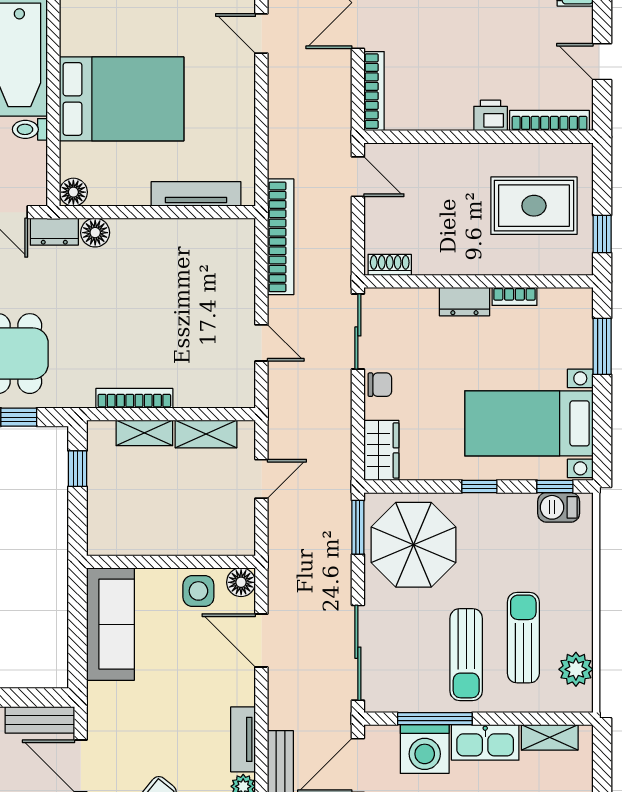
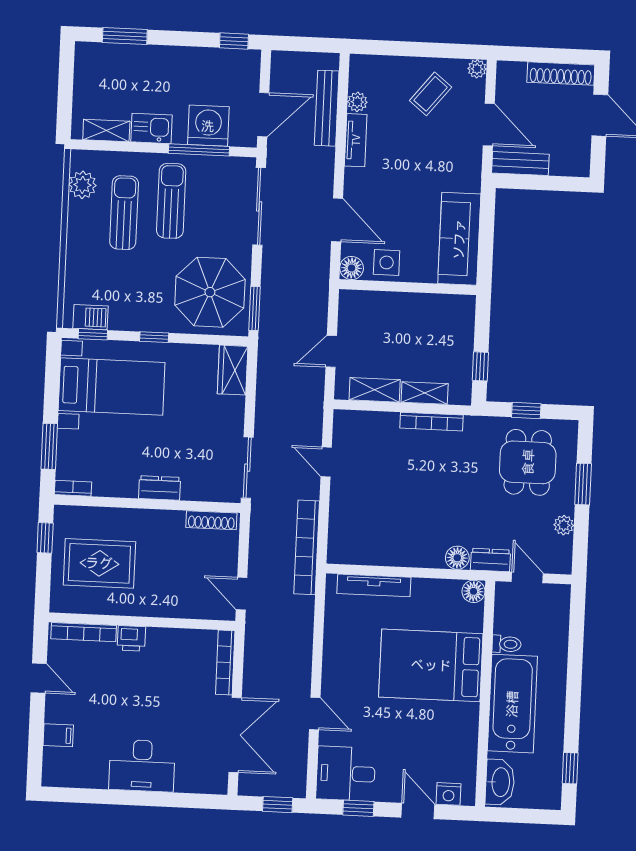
shoe rack: (390, 265) -> (211, 520), width x1.43
bookcase: (514, 296) -> (73, 488), moved
chair: (380, 385) -> (231, 424), removed
sun lounger: (523, 638) -> (124, 213), turned 180
kitchen sink: (485, 742) -> (151, 128), width x0.73

